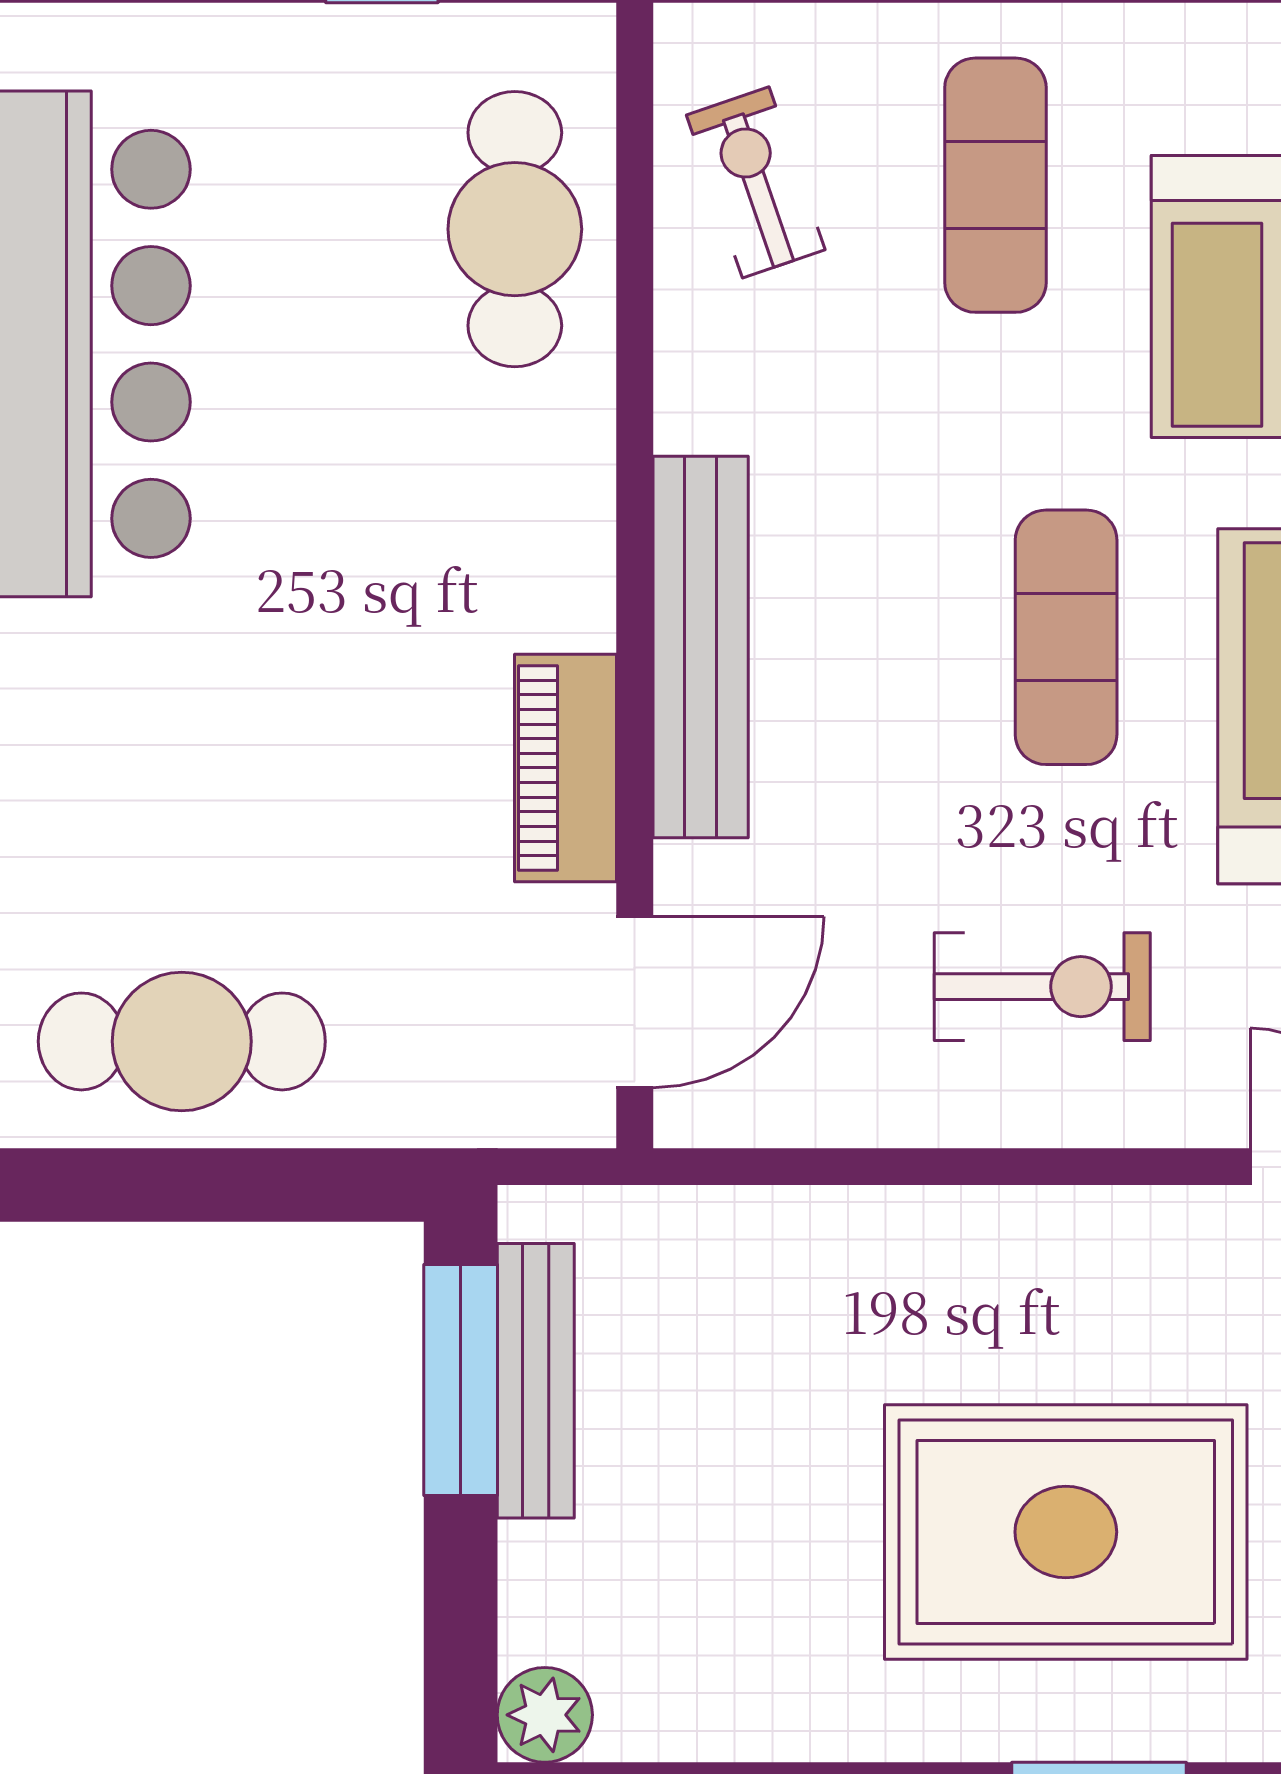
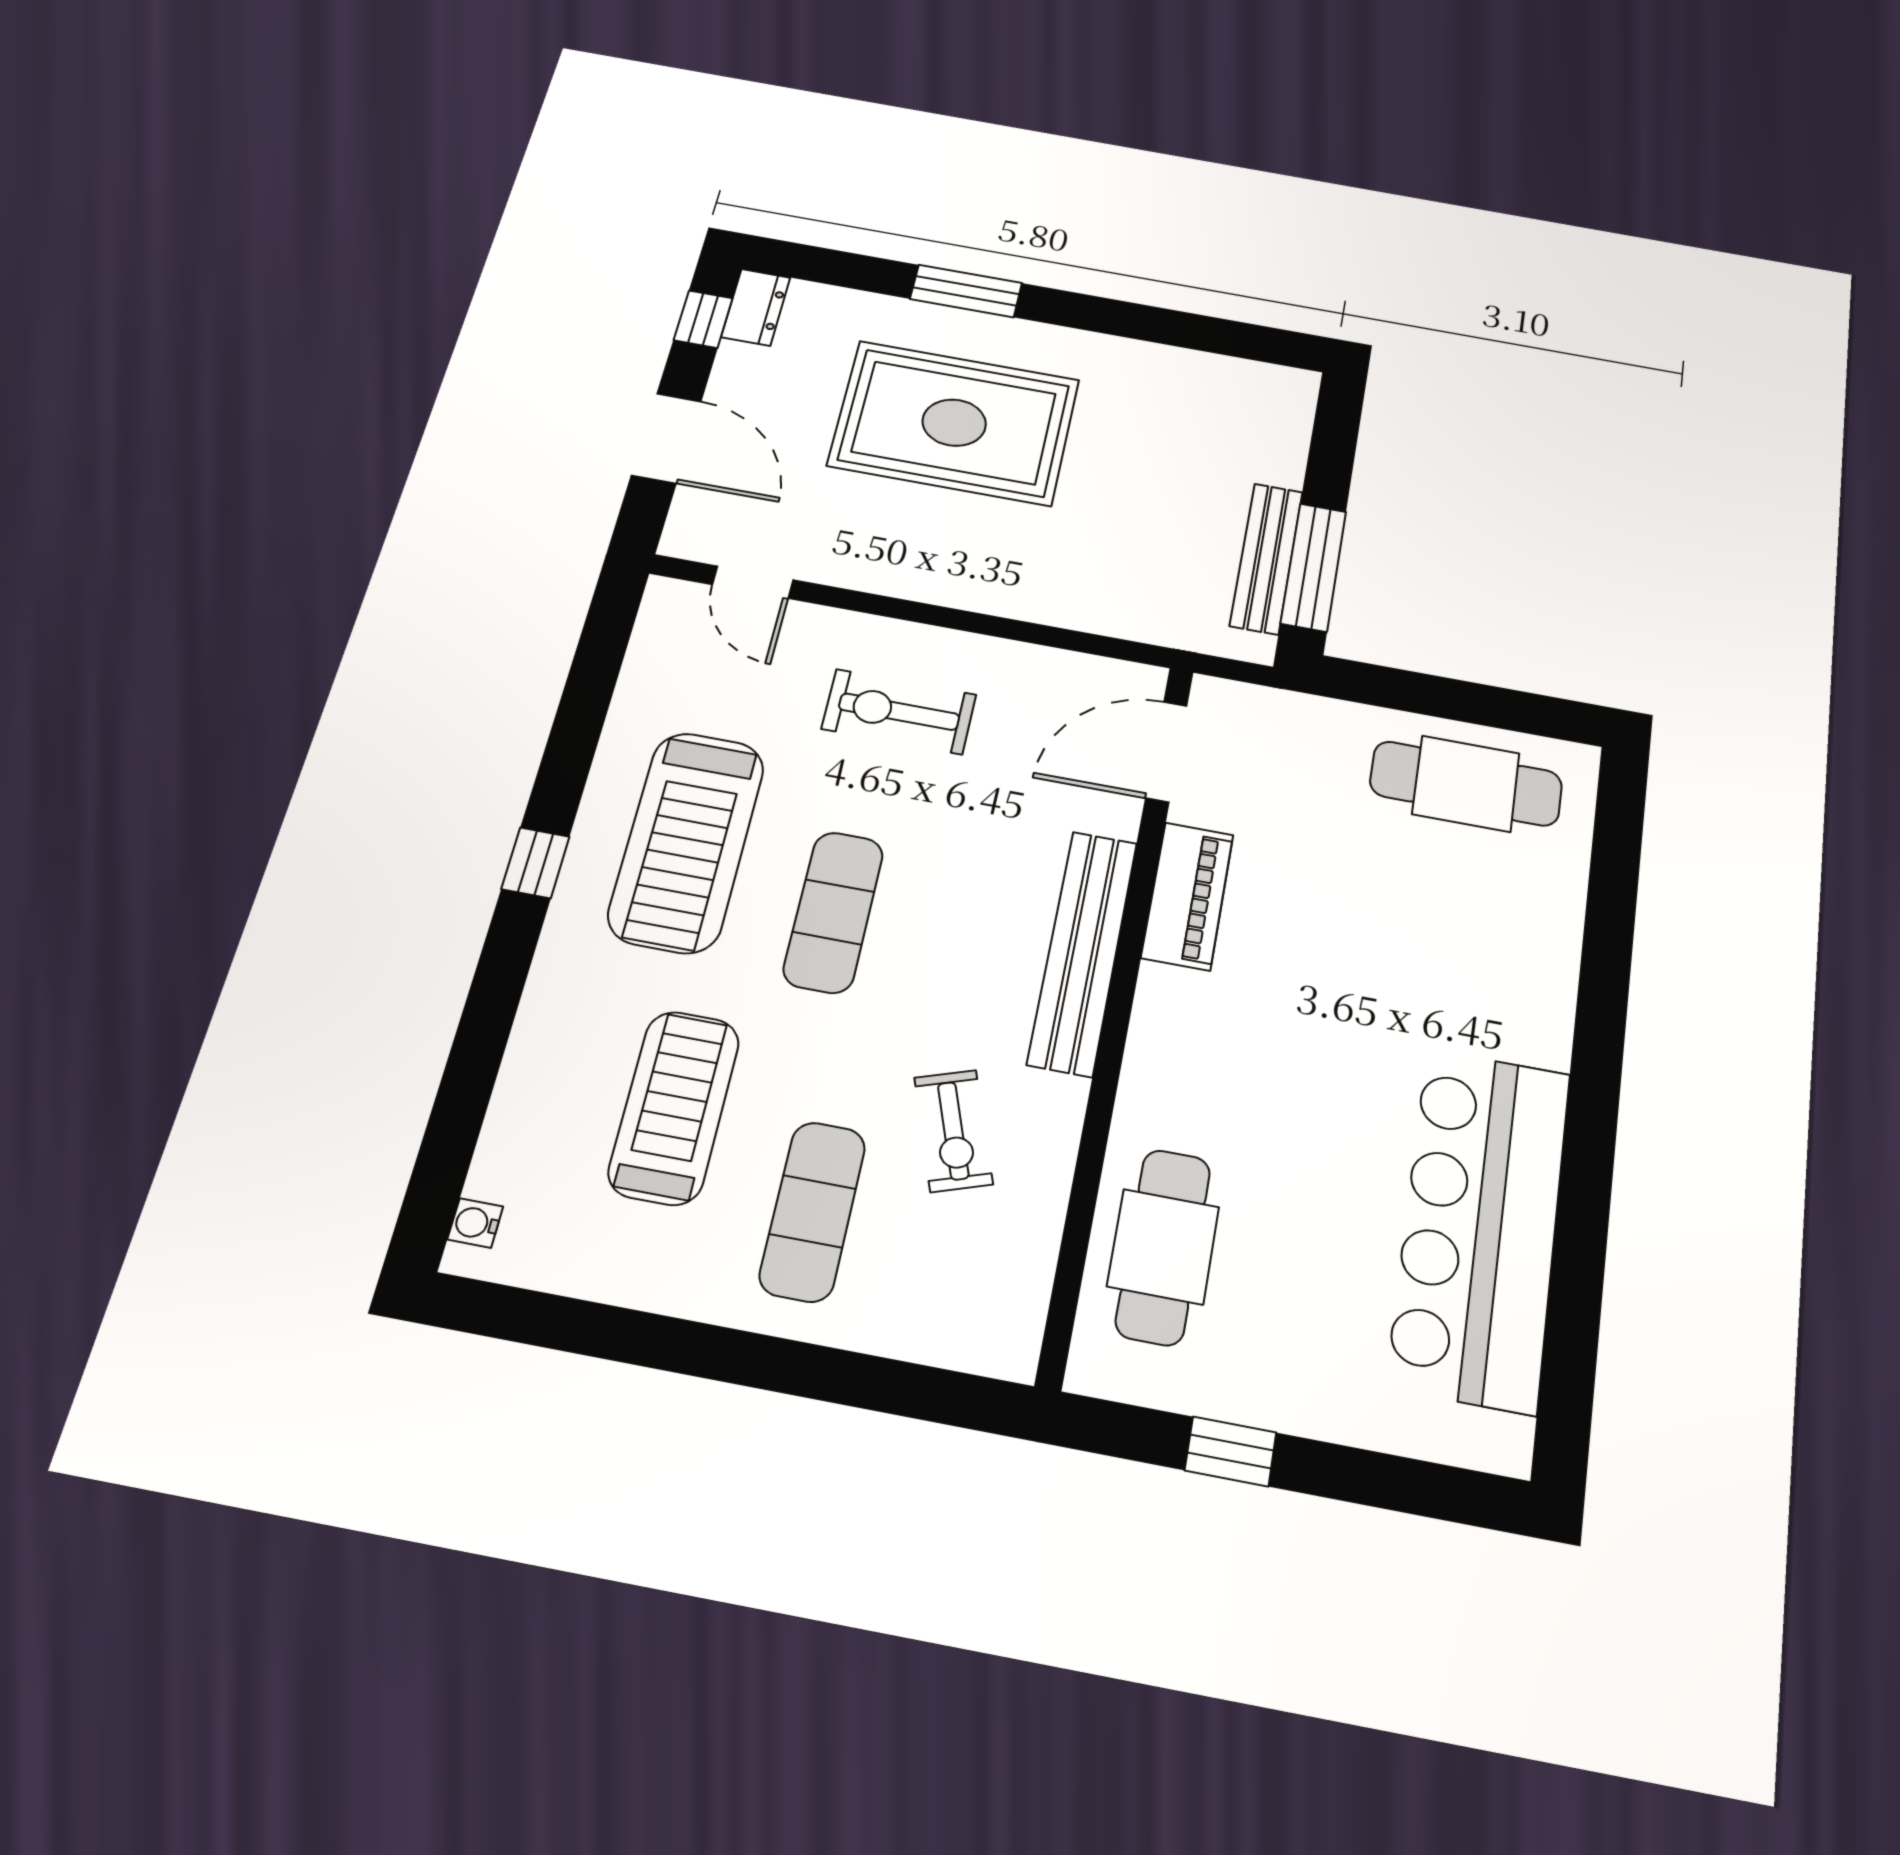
exercise bike: (756, 182) -> (953, 1131), moved
plant: (545, 1715) -> (1290, 390), removed

